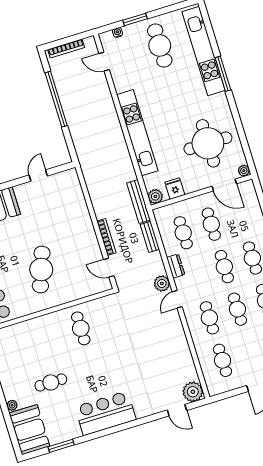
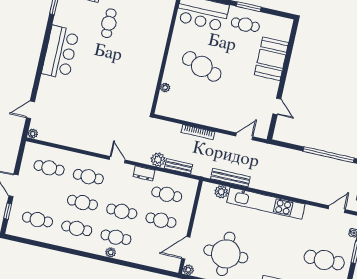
fridge: (175, 188) -> (205, 208), removed
plant: (155, 196) -> (221, 192), moved
bench: (139, 202) -> (230, 178), moved
door: (109, 268) -> (244, 136), moved
plant: (162, 283) -> (158, 160), moved
plant: (82, 293) -> (165, 88), added
cafe table: (81, 328) -> (138, 71), removed
plant: (193, 392) -> (33, 134), width x0.53, depth x0.53

